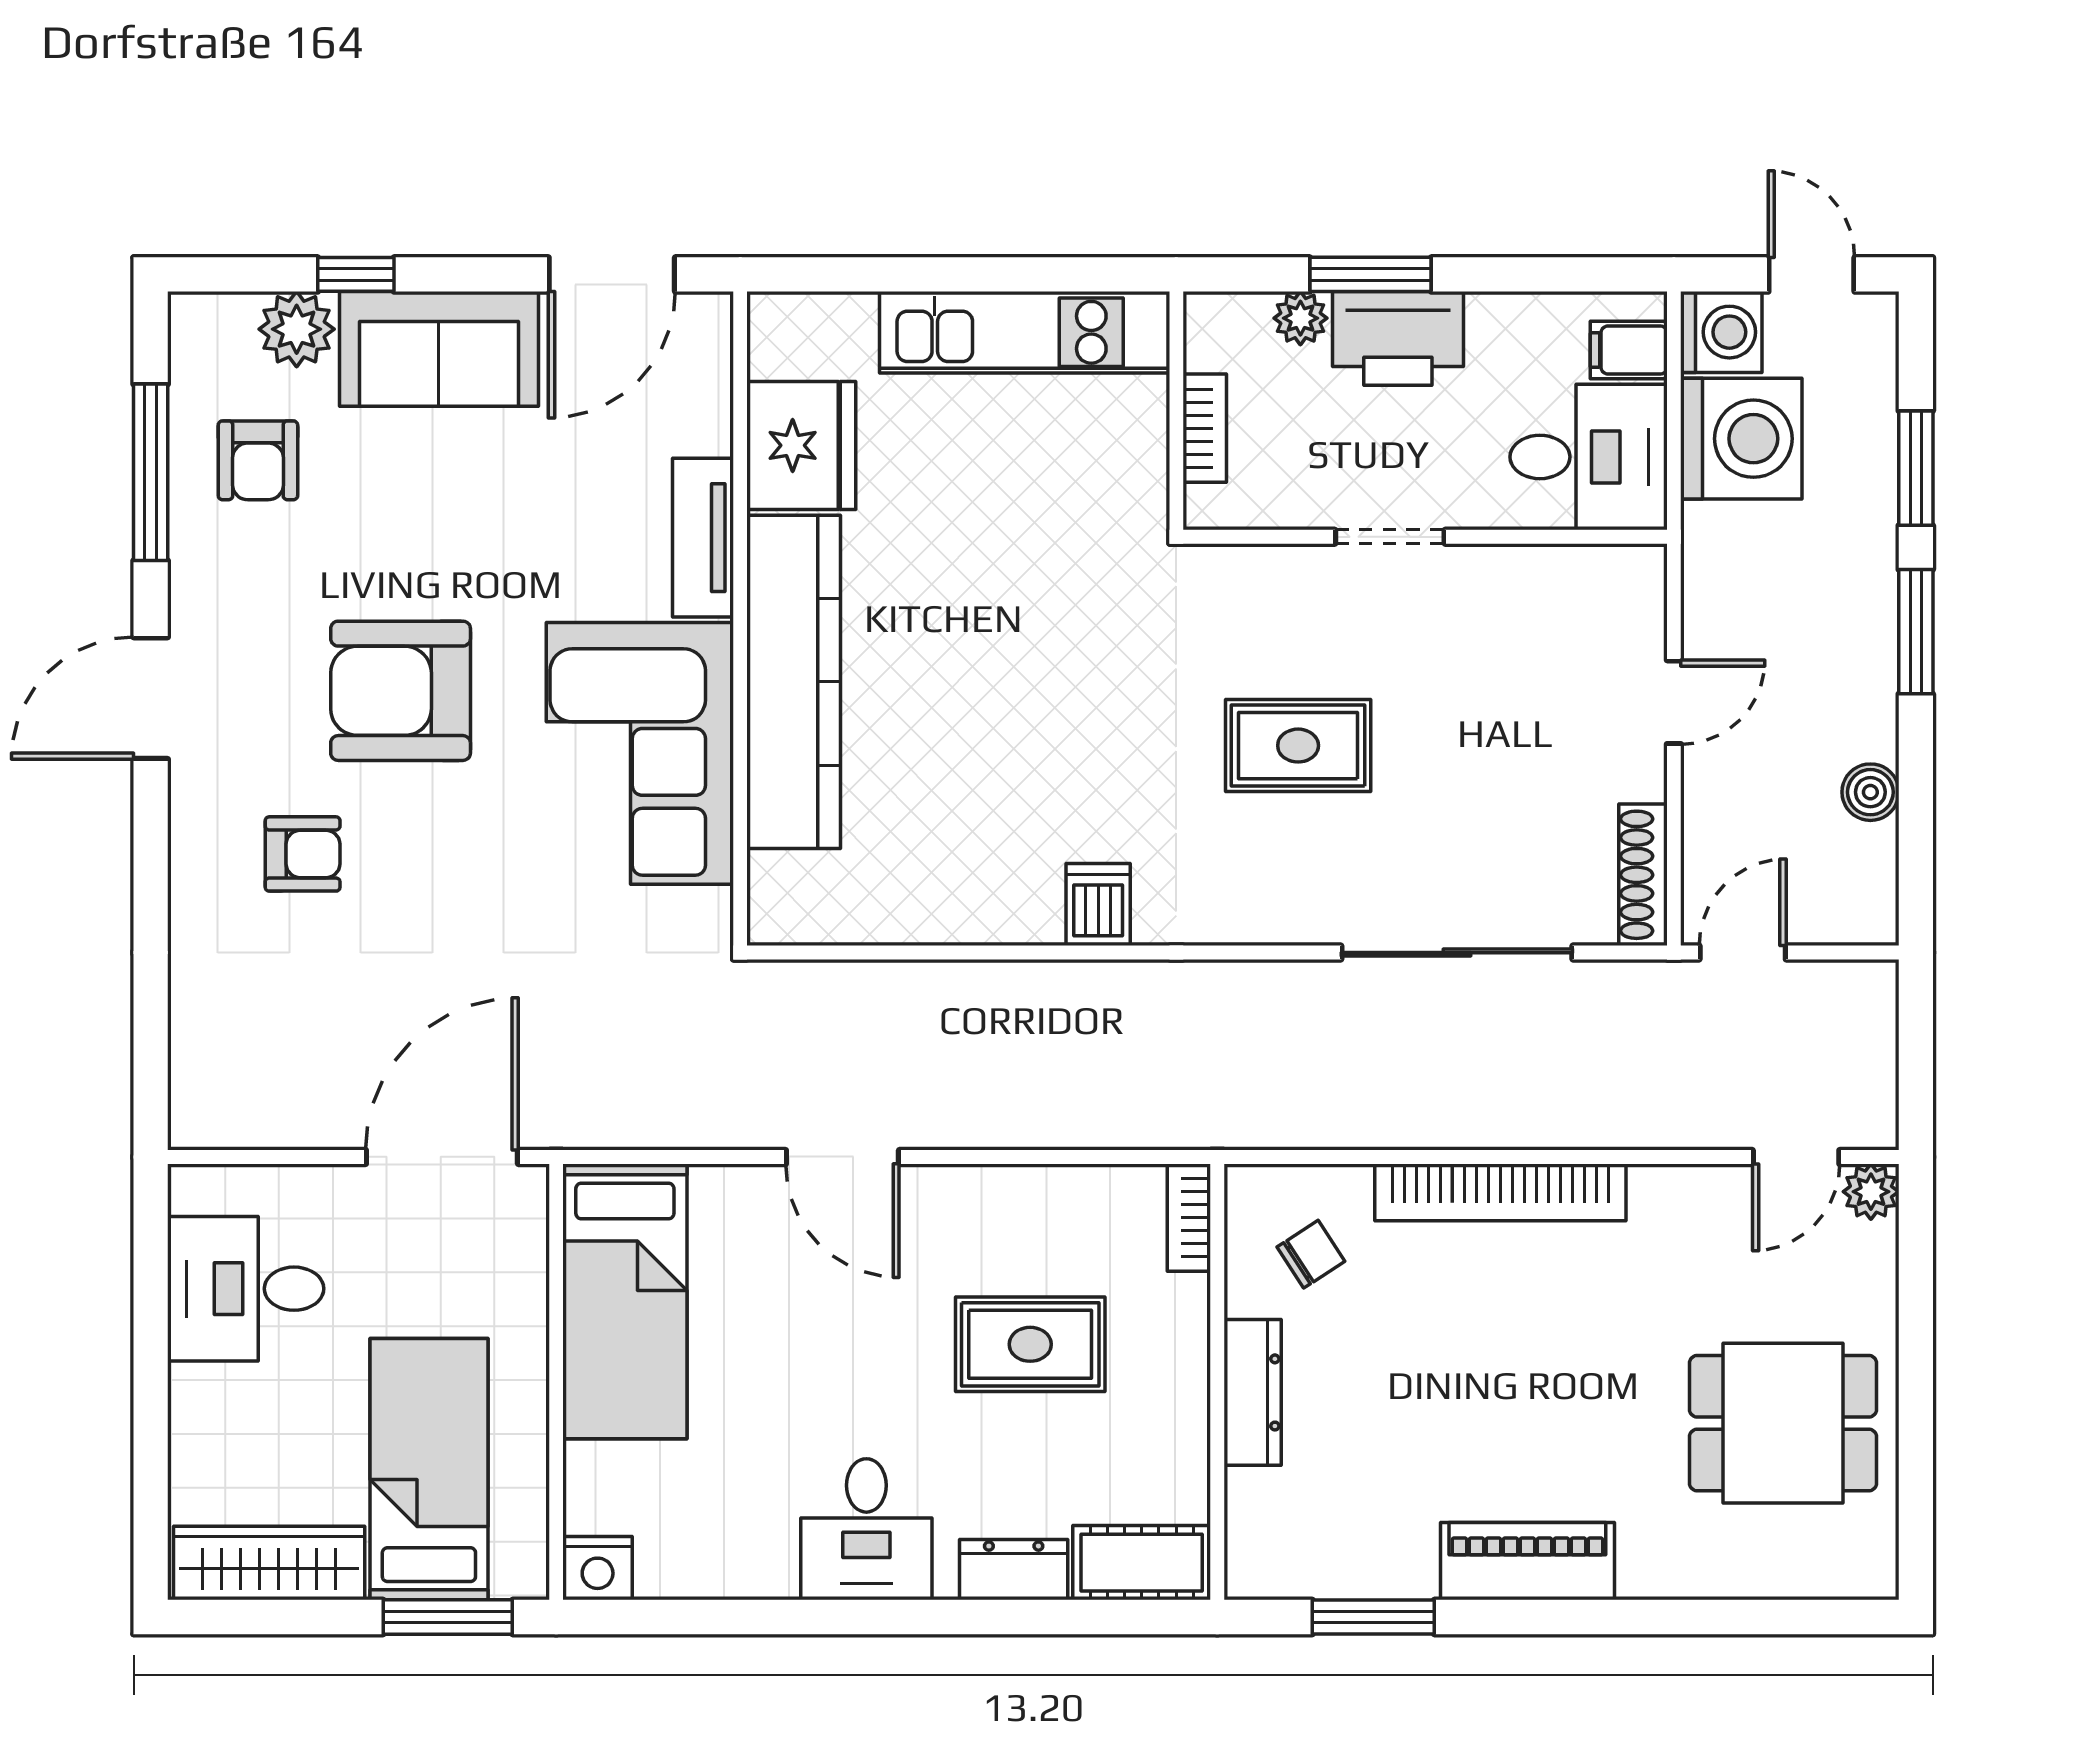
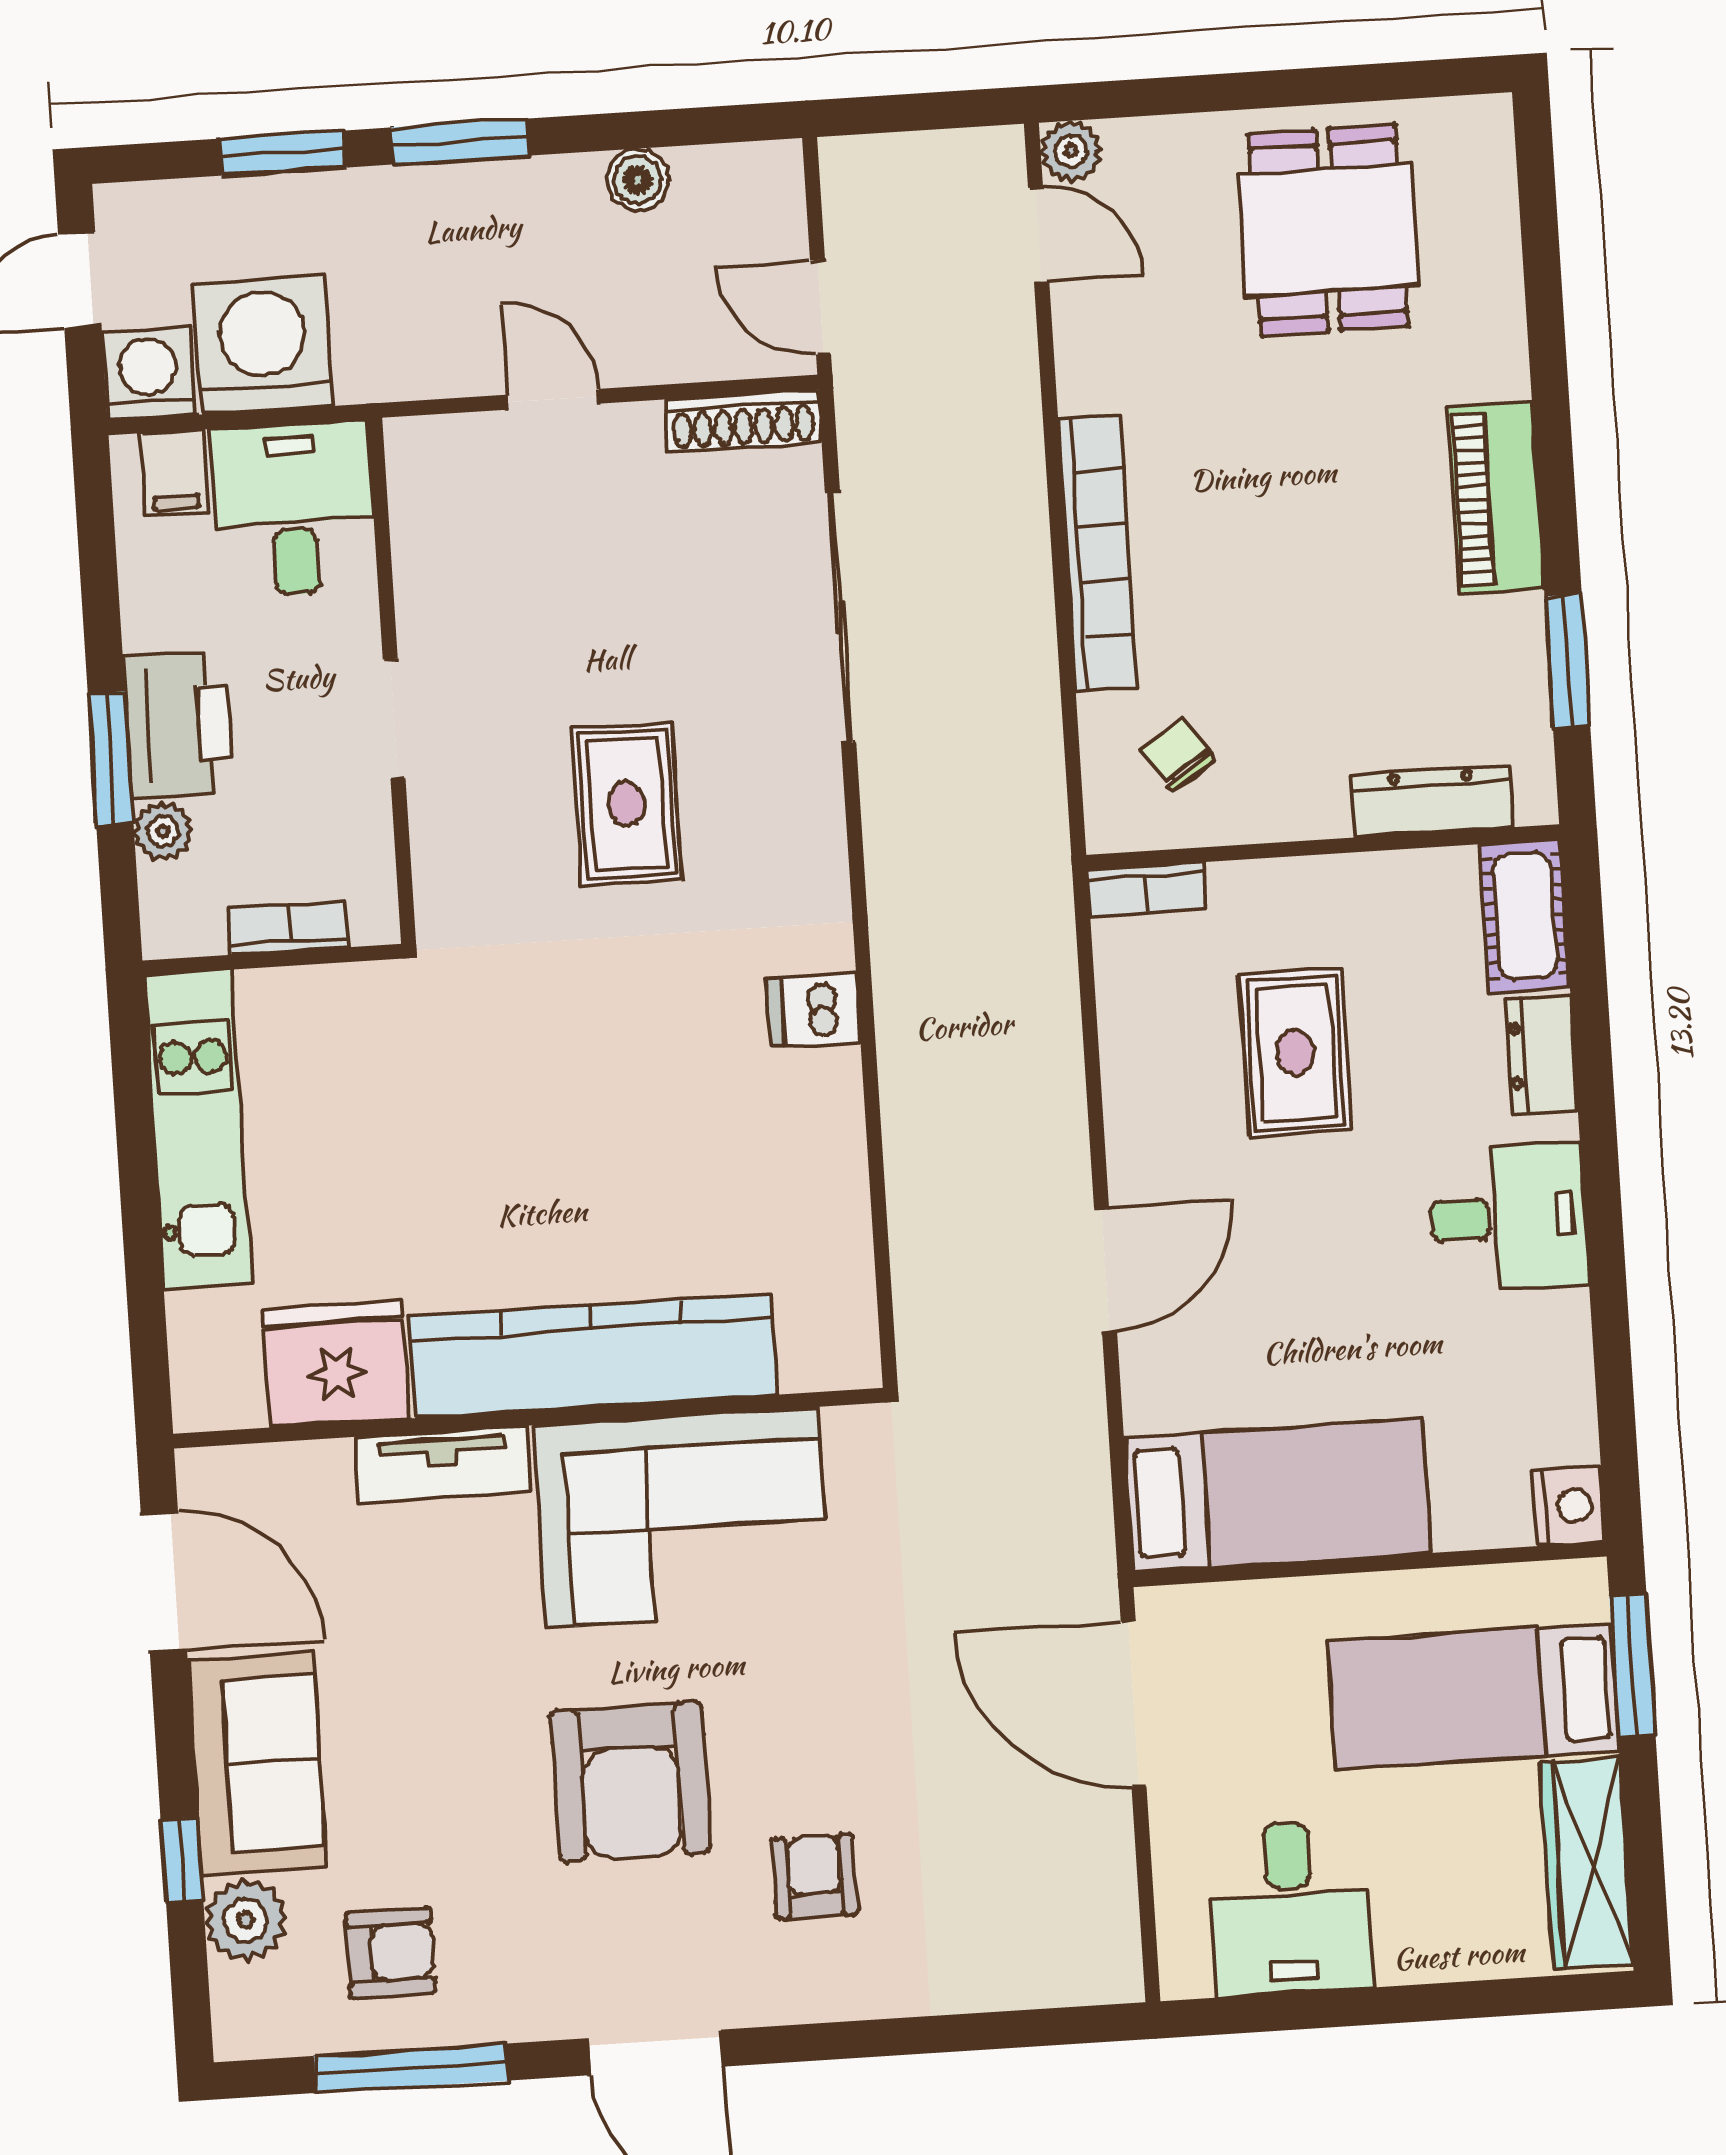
dresser: (1253, 1392) -> (1432, 801), moved

